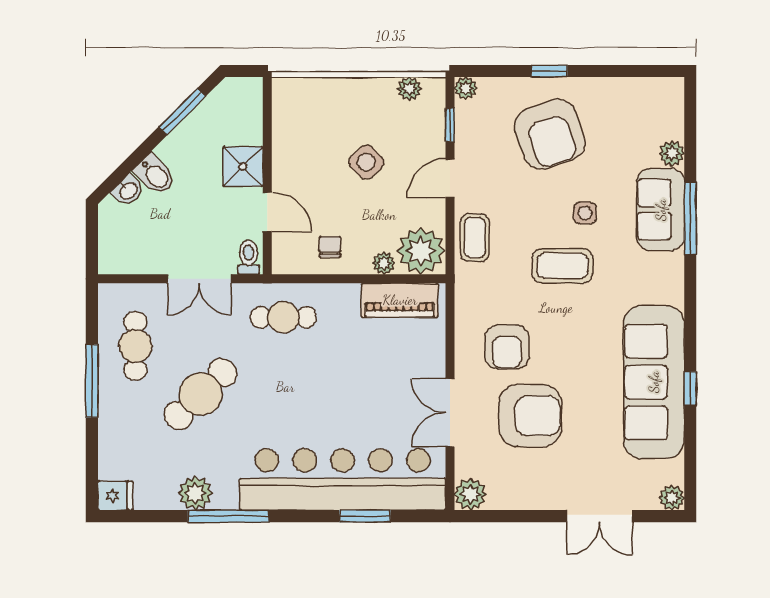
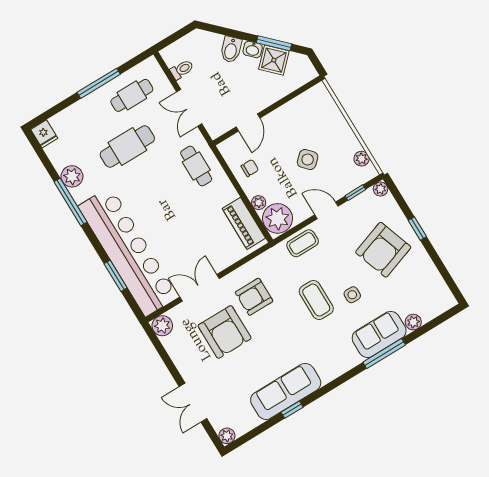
shower: (243, 167) -> (274, 60), moved, turned 45
washbasin: (128, 190) -> (253, 49), moved
toilet: (248, 257) -> (182, 70), moved
sofa: (654, 382) -> (286, 391), width x0.74, depth x0.79
cafe table: (200, 394) -> (127, 146), turned -46

